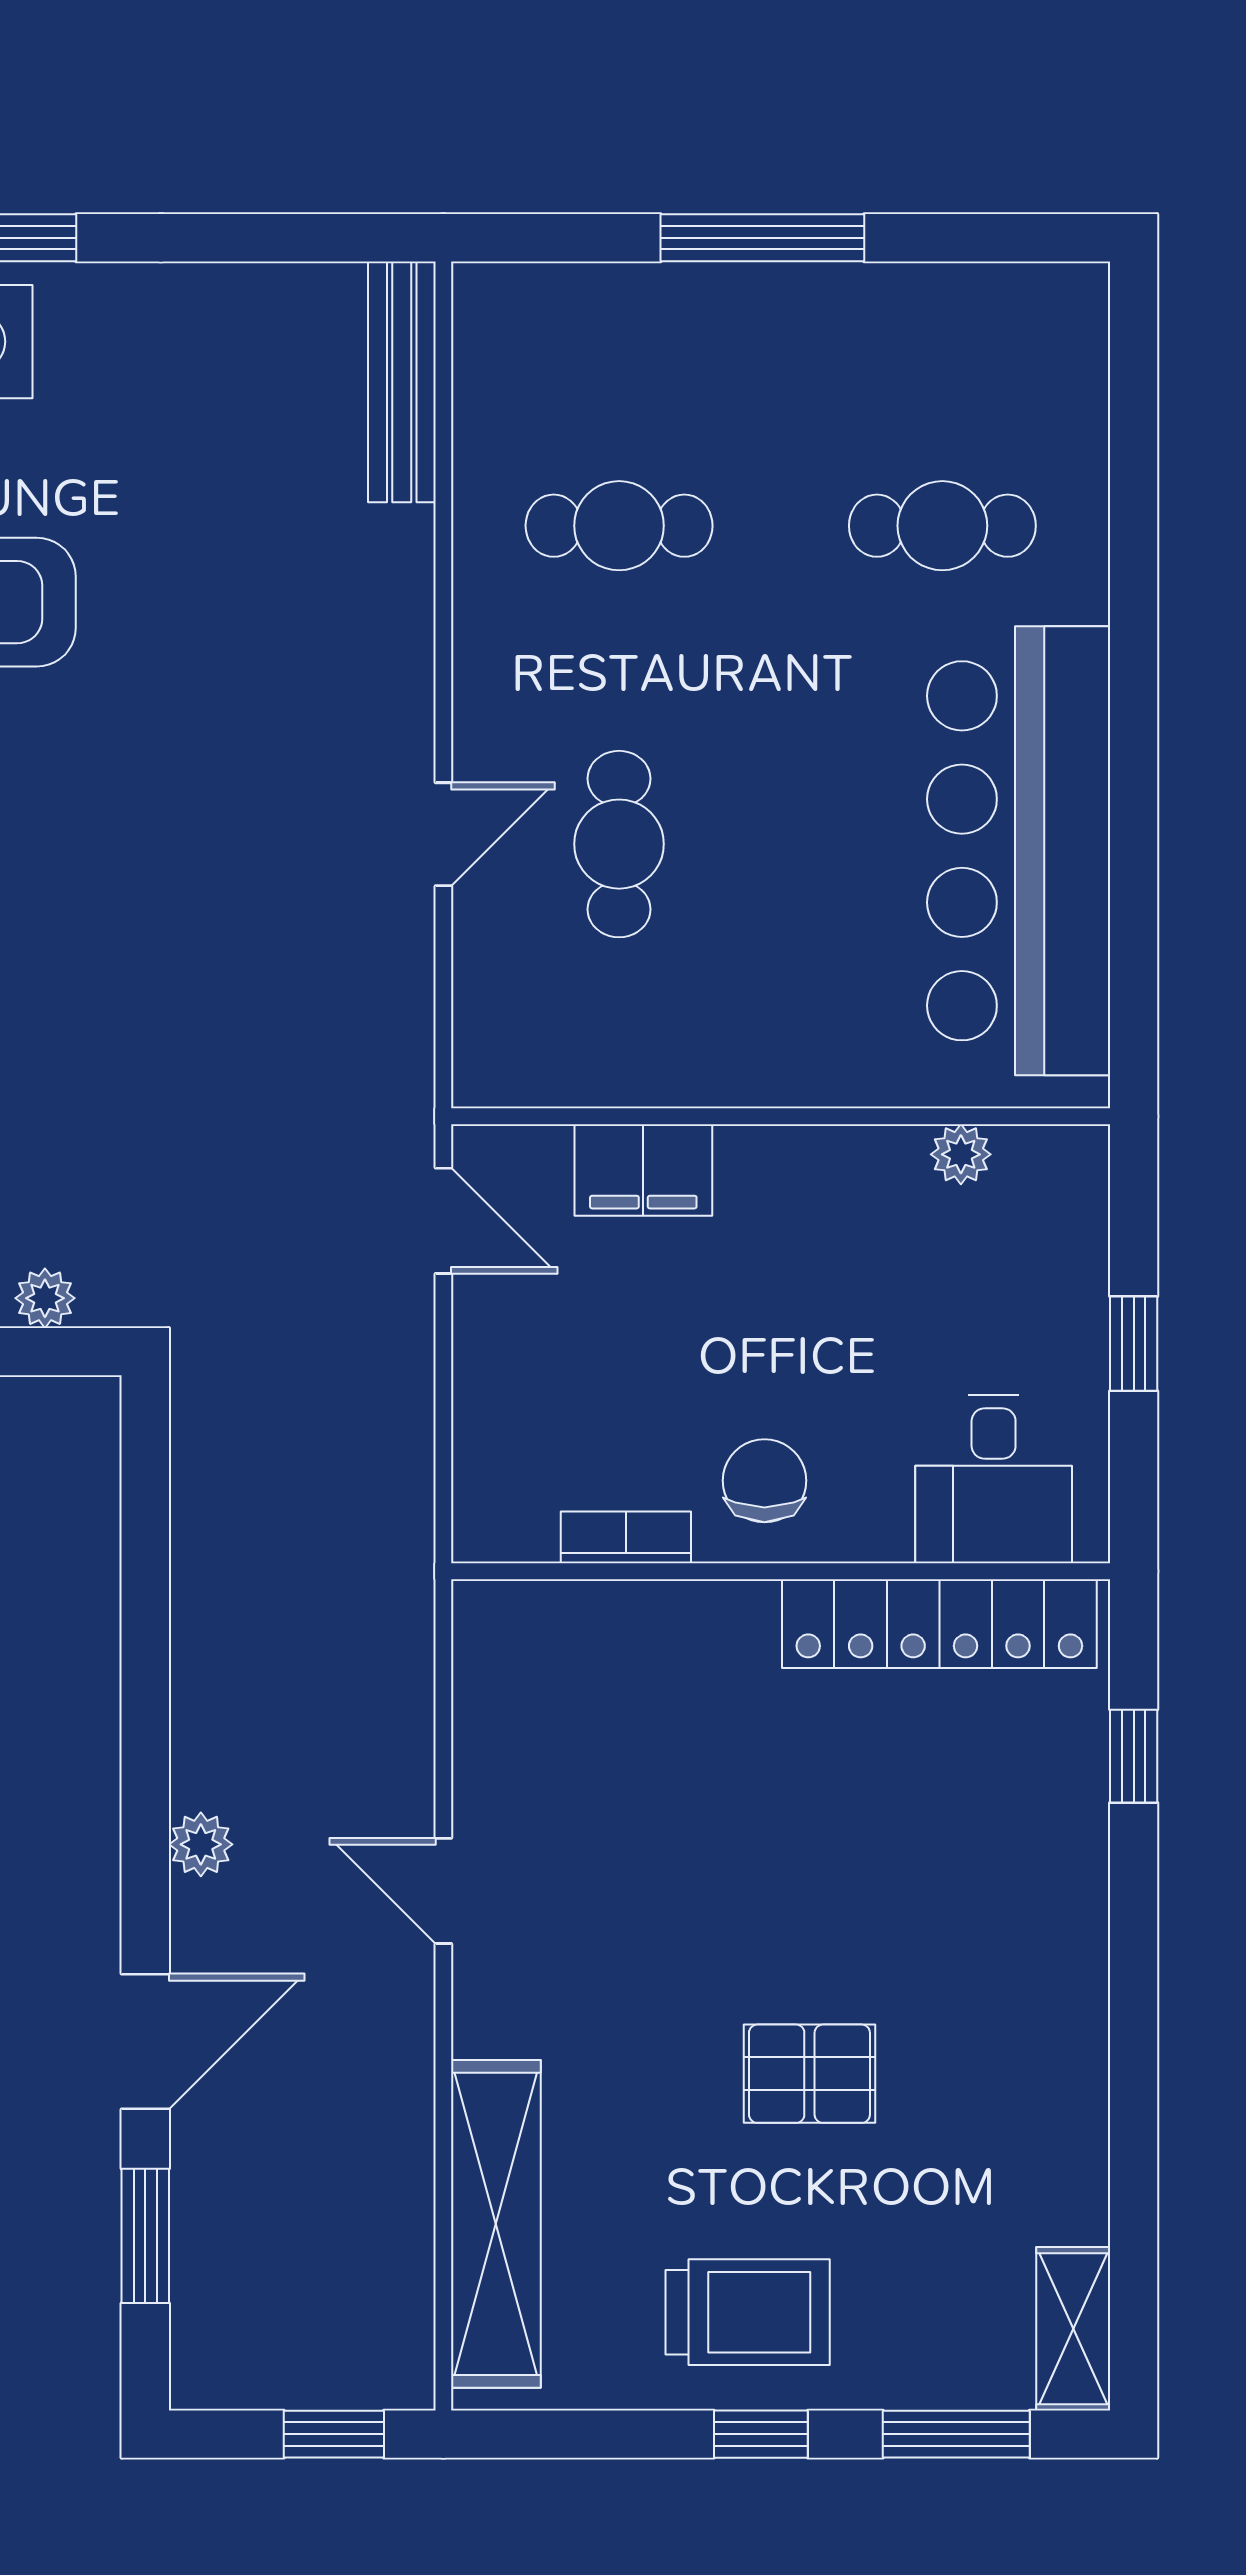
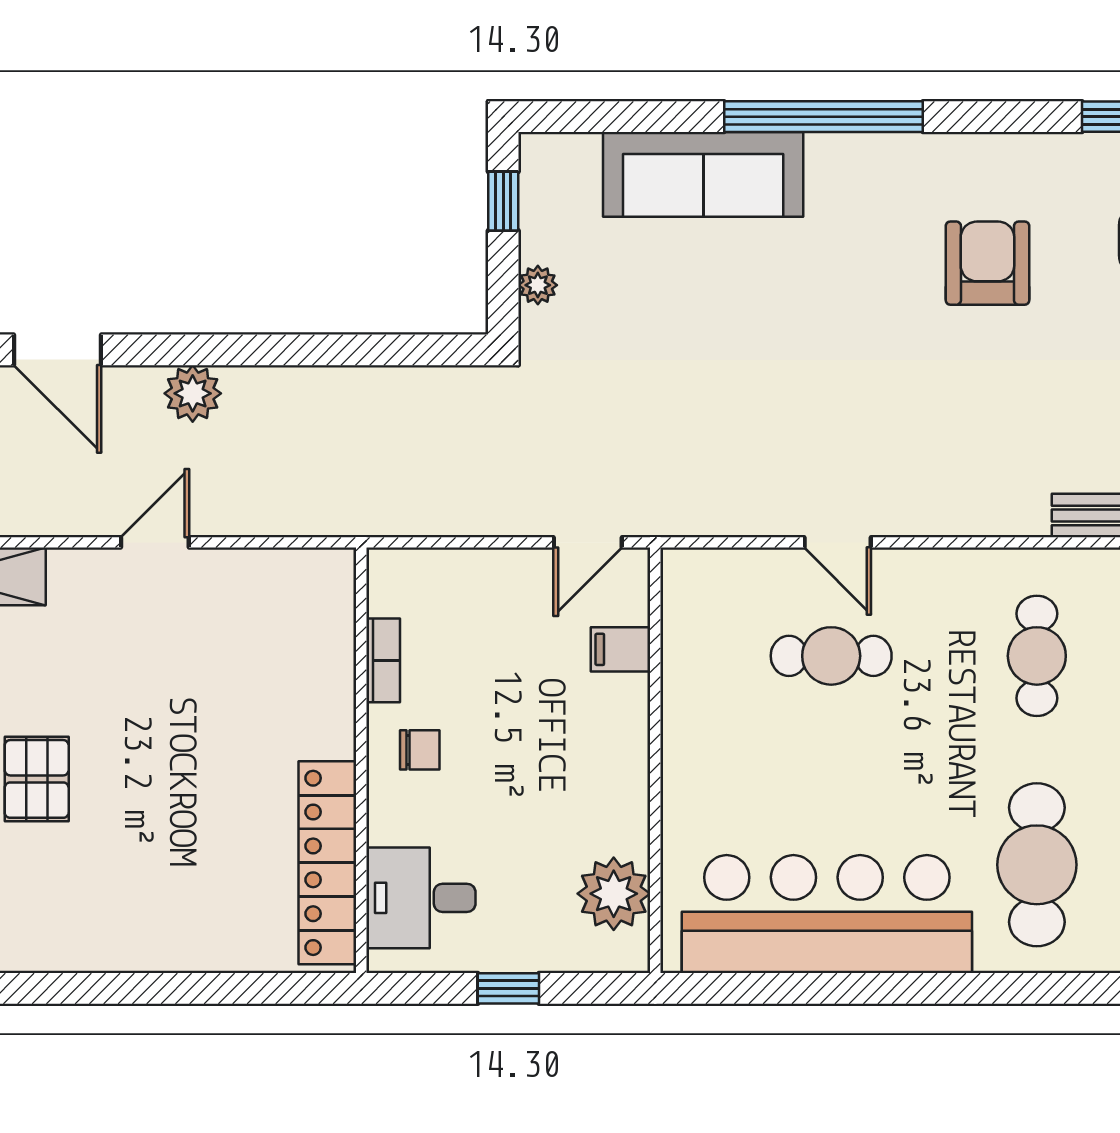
cafe table: (942, 526) -> (1037, 865), width x1.37, depth x1.35
plant: (961, 1154) -> (614, 894), width x1.88, depth x1.88
filing cabinet: (643, 1170) -> (621, 649), width x0.50
chair: (764, 1481) -> (420, 750), width x0.73, depth x0.73
window: (1134, 1756) -> (242, 988), removed
plant: (201, 1844) -> (193, 393), width x1.38, depth x1.38

